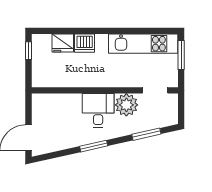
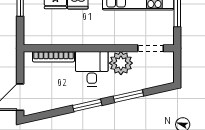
bookcase: (61, 99) -> (53, 57), added
window: (146, 134) -> (128, 96), moved

